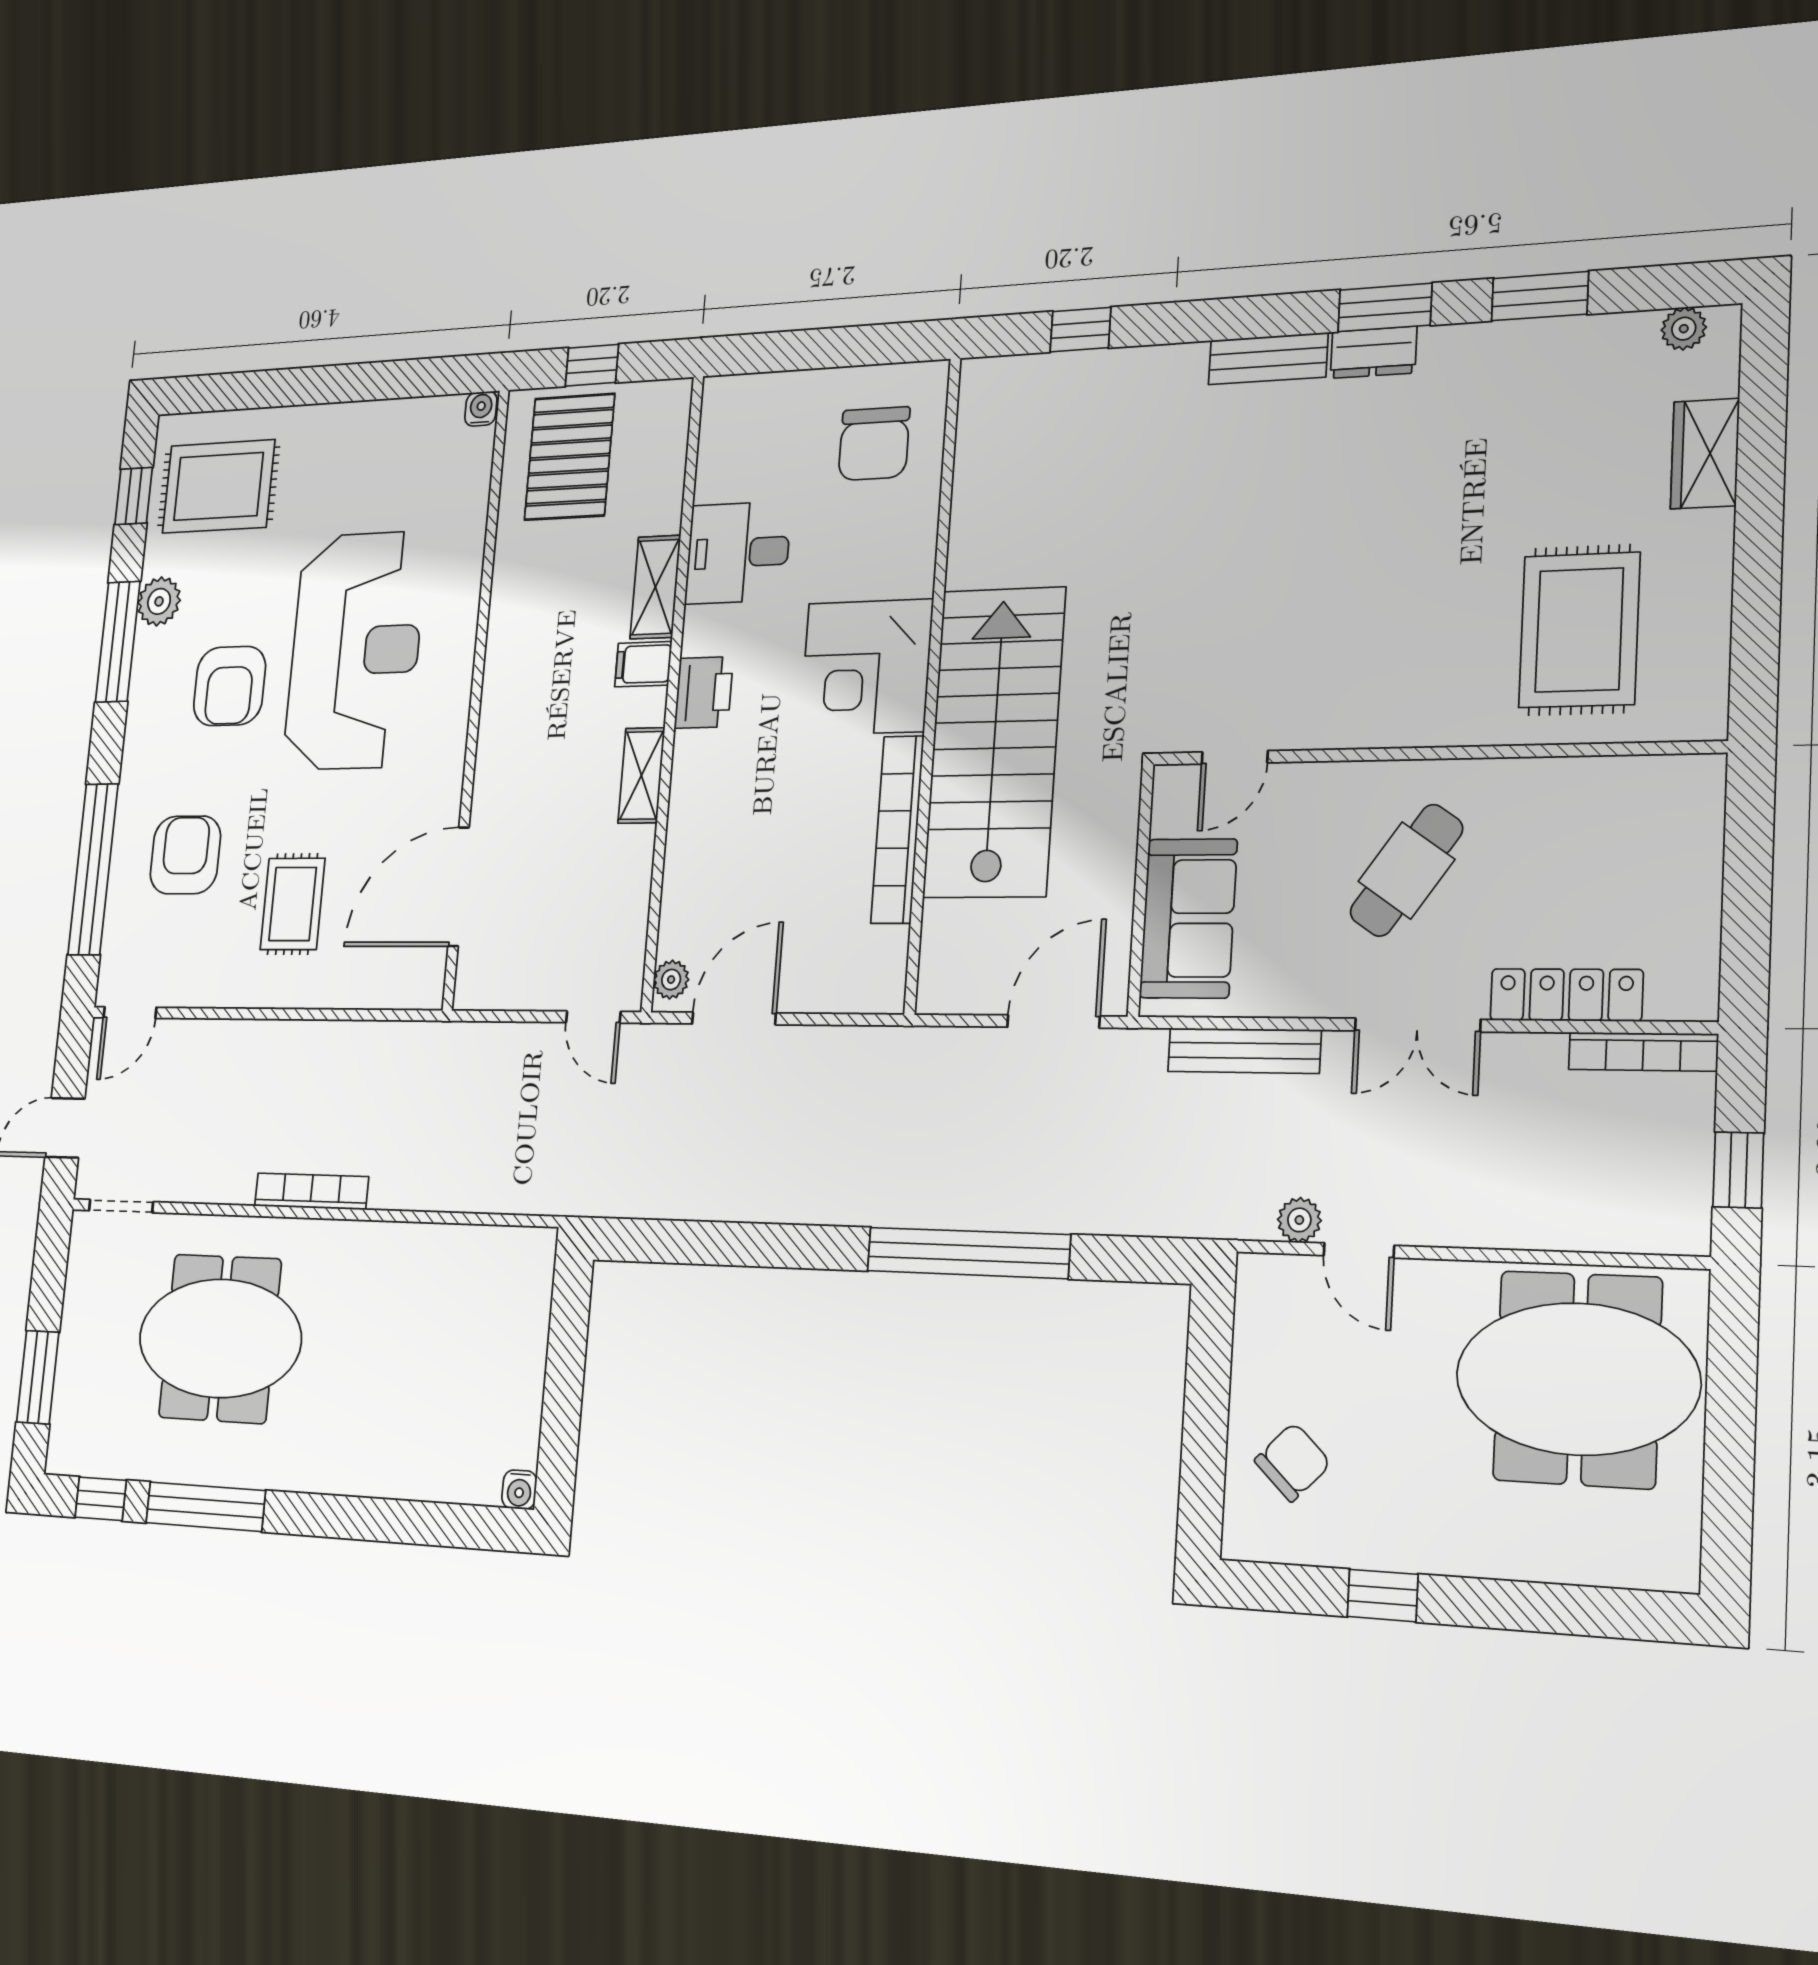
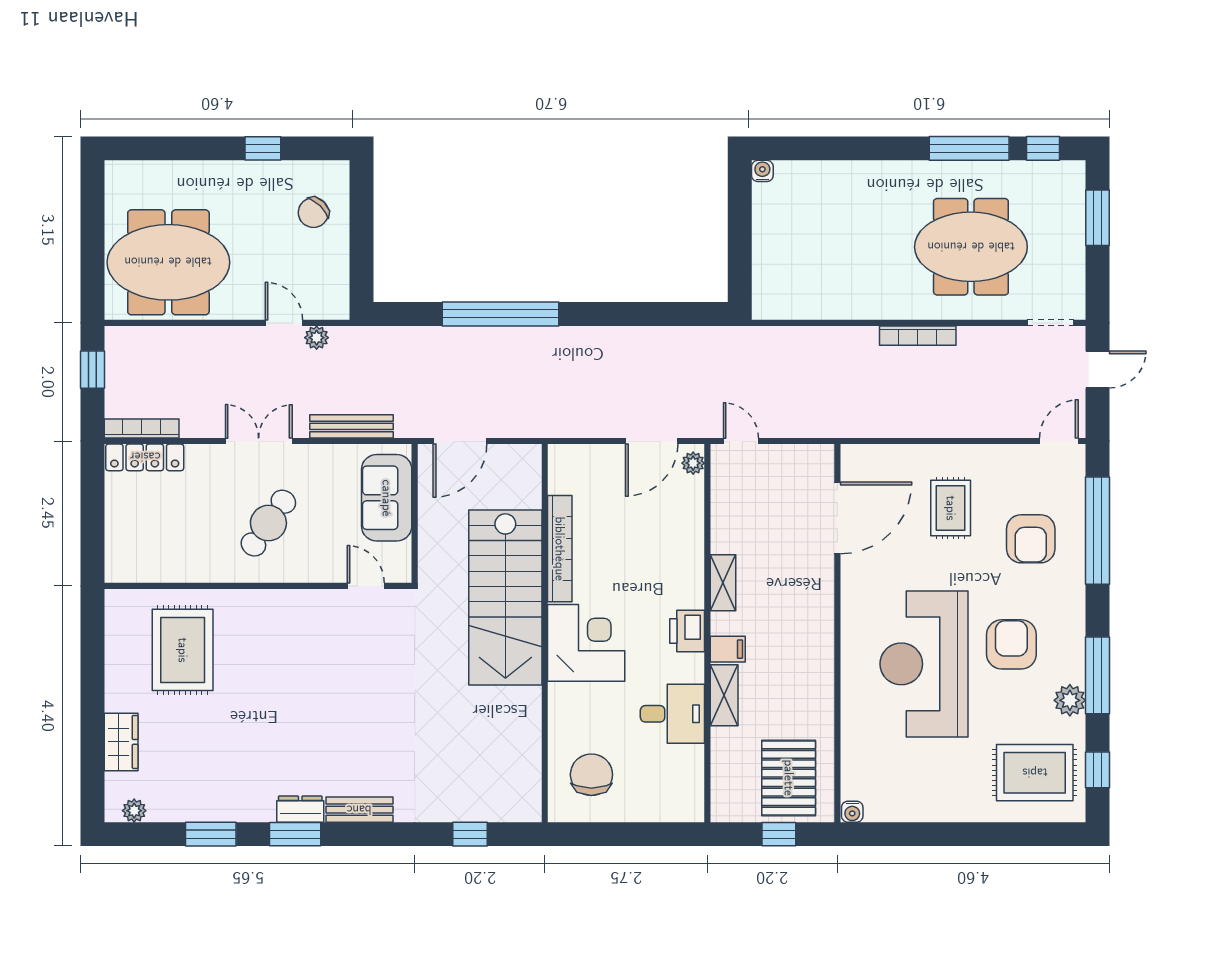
door: (1235, 757) -> (366, 586), hinge flipped
locker: (1566, 995) -> (145, 457), moved

